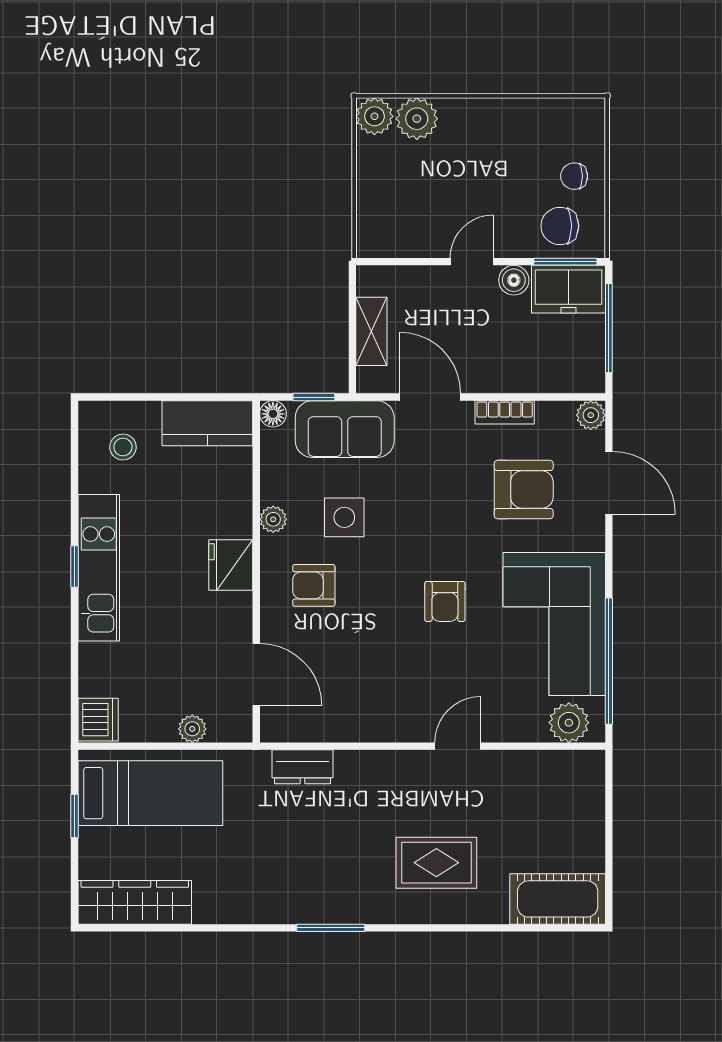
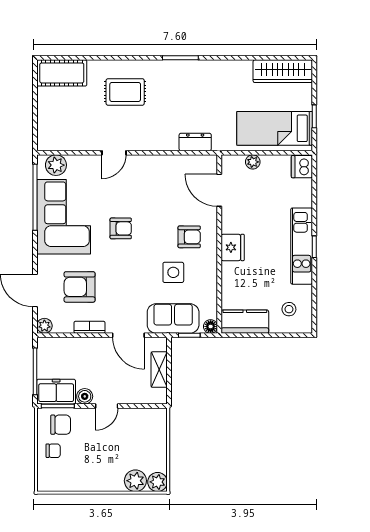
plant: (273, 519) -> (210, 271), removed
armchair: (445, 601) -> (121, 228), turned 90

